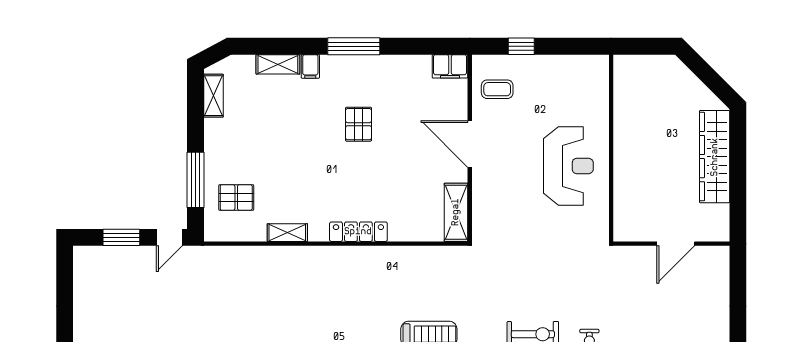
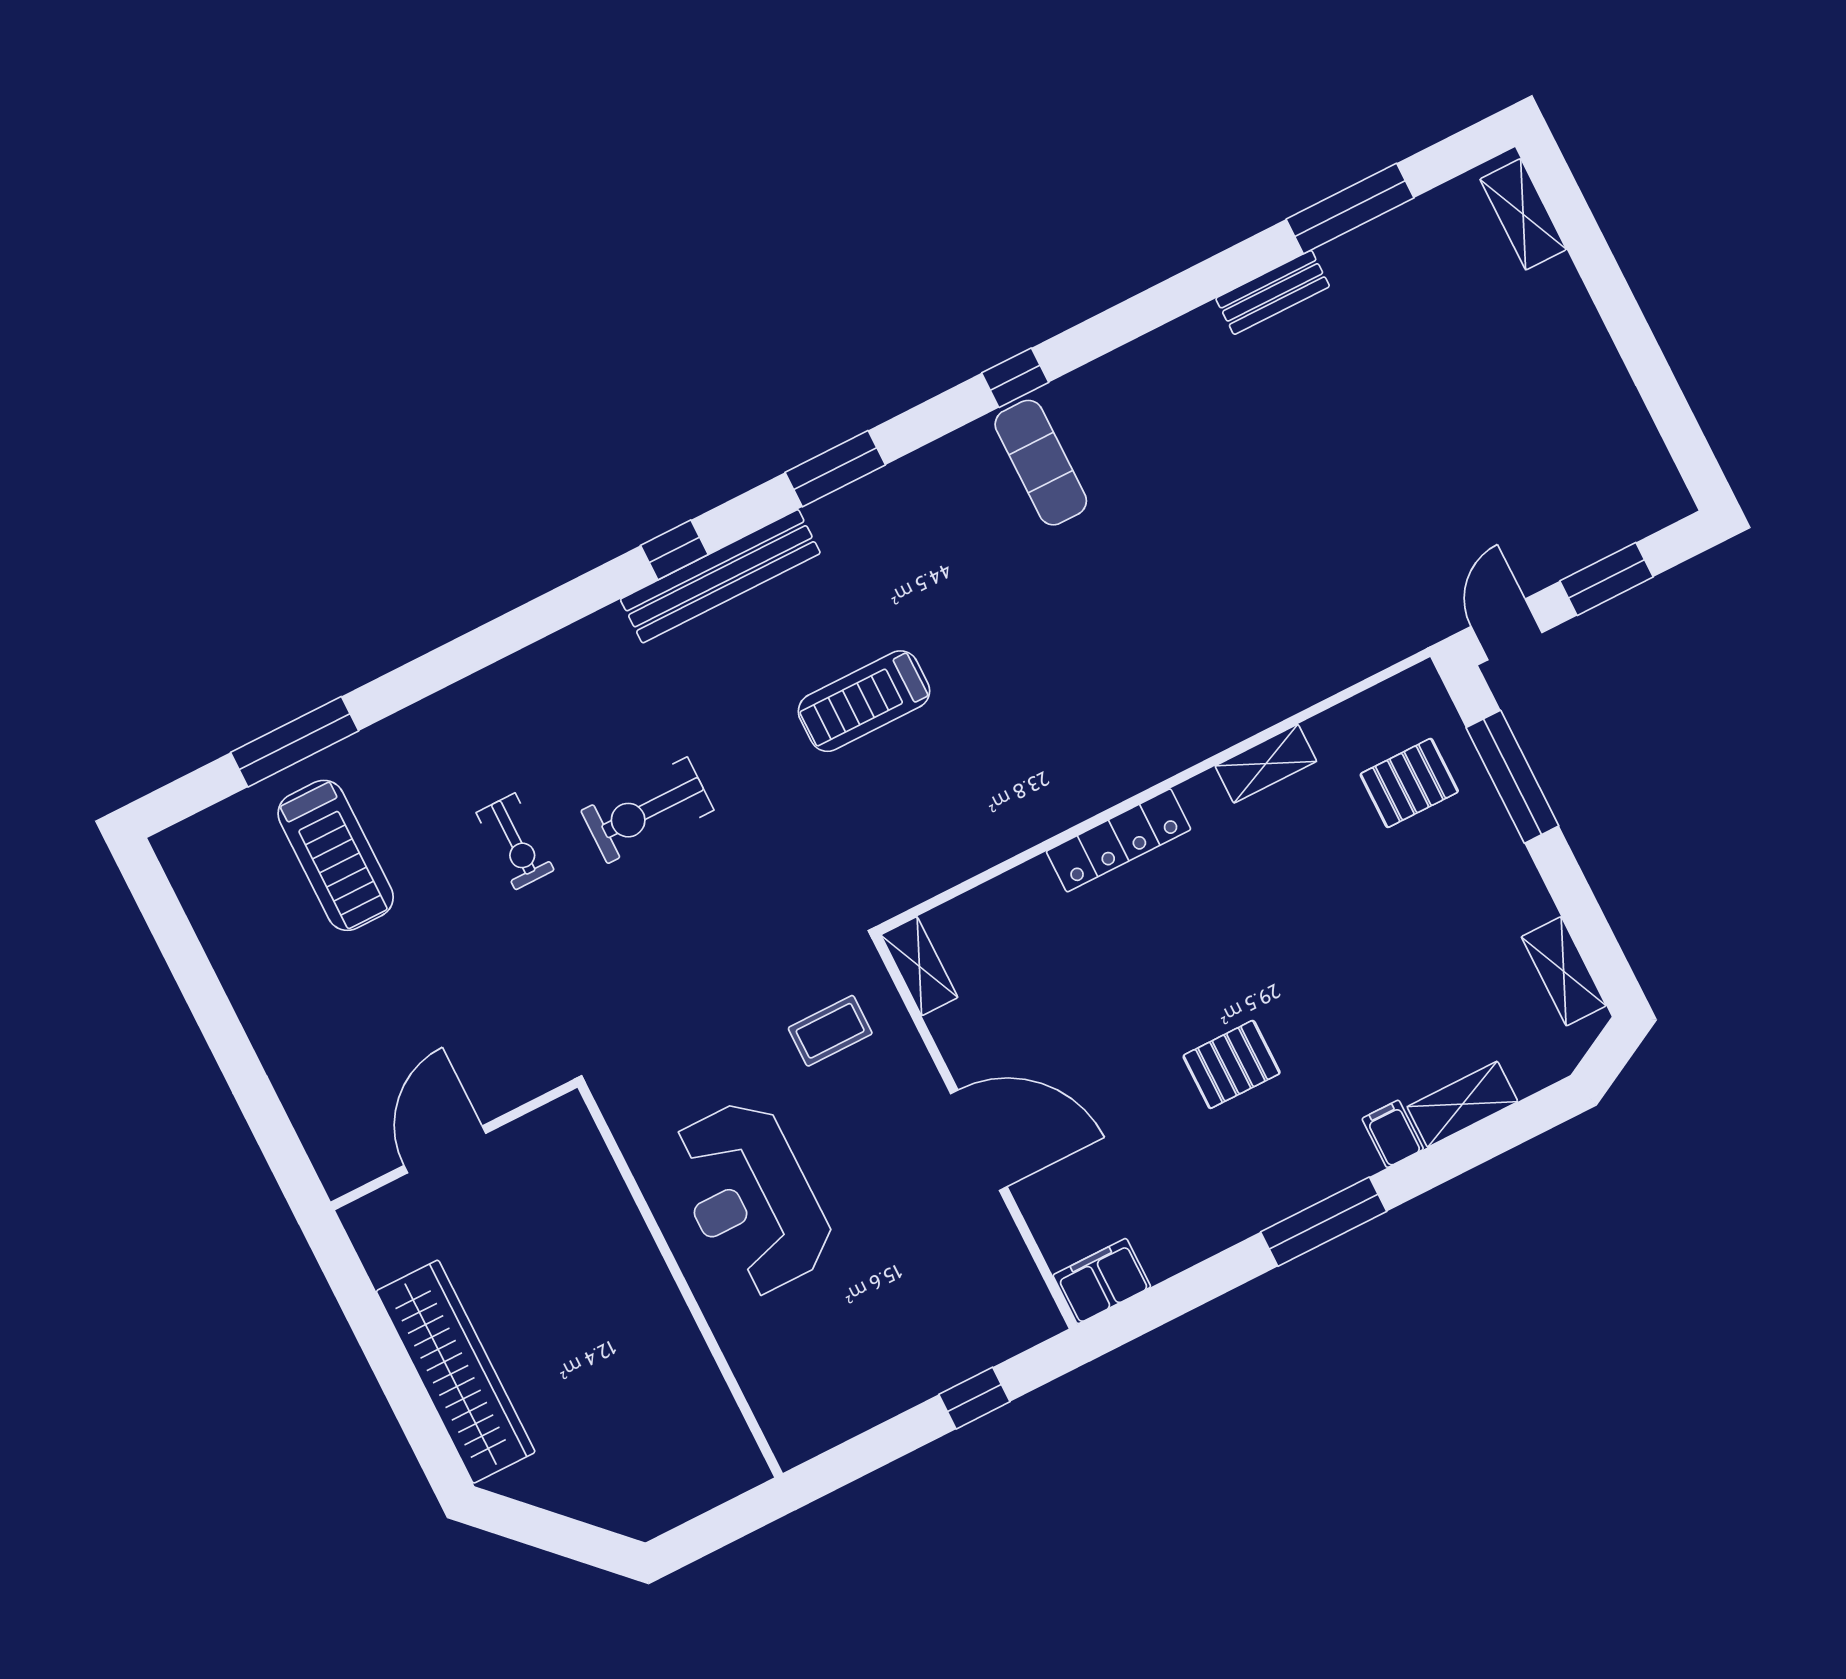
coffee table: (497, 89) -> (830, 1031), moved
pallet: (359, 124) -> (1232, 1064), turned 90
shelving: (456, 212) -> (919, 966), width x0.67, depth x0.75

